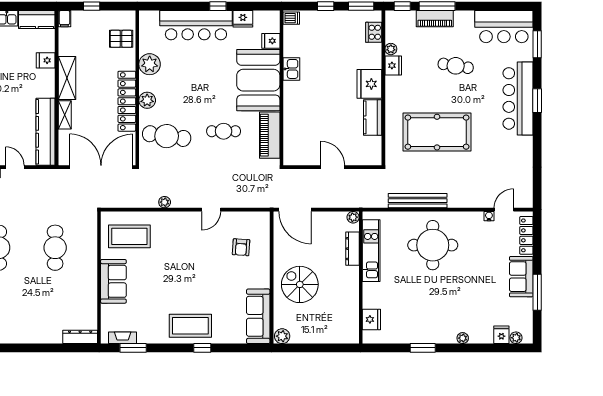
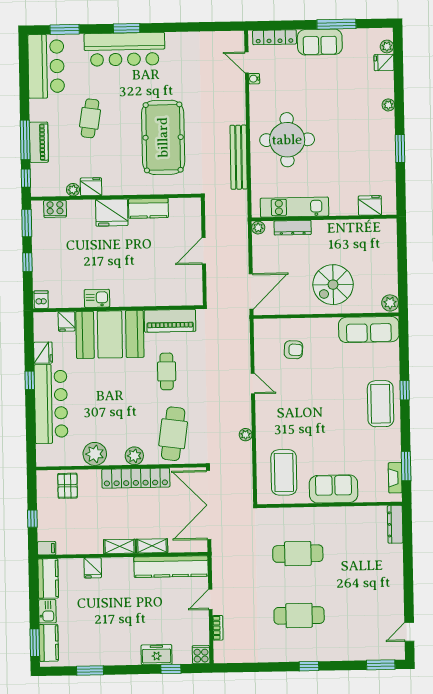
shelving: (67, 78) -> (119, 546), width x0.67, depth x0.75

